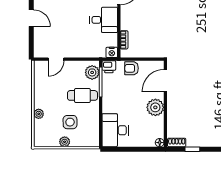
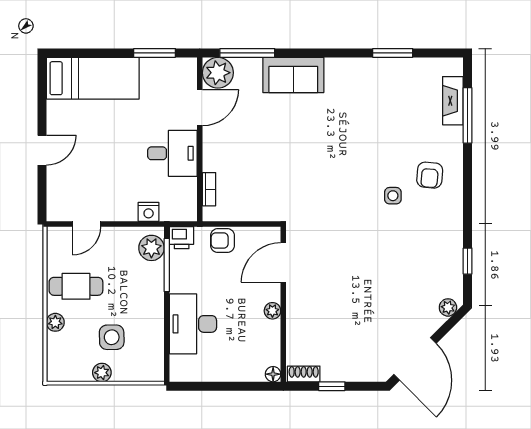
door: (31, 18) -> (42, 150), hinge flipped
nightstand: (112, 52) -> (149, 212), moved
cafe table: (82, 95) -> (76, 286), moved
plant: (155, 107) -> (272, 311), width x0.53, depth x0.53
desk: (115, 130) -> (193, 324), moved

